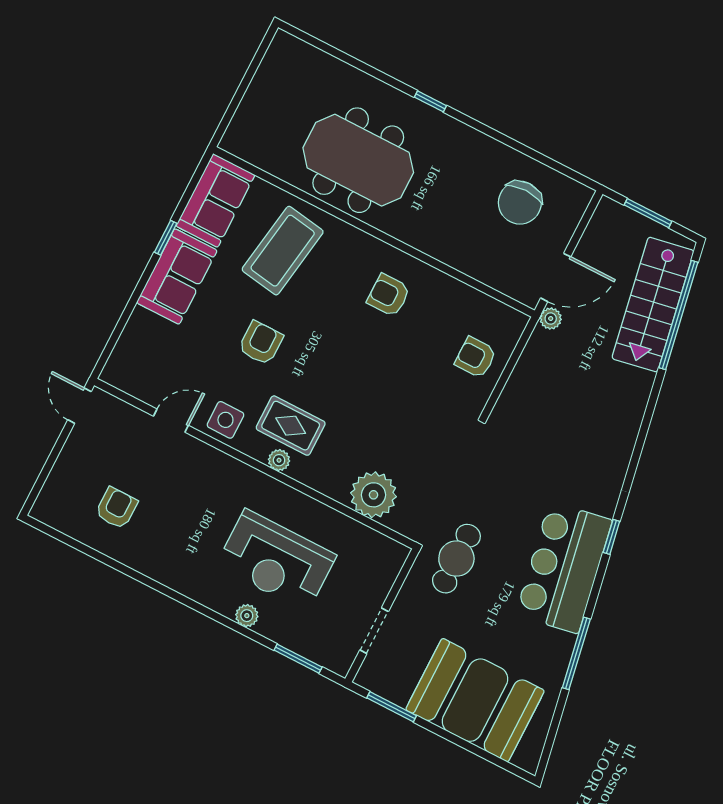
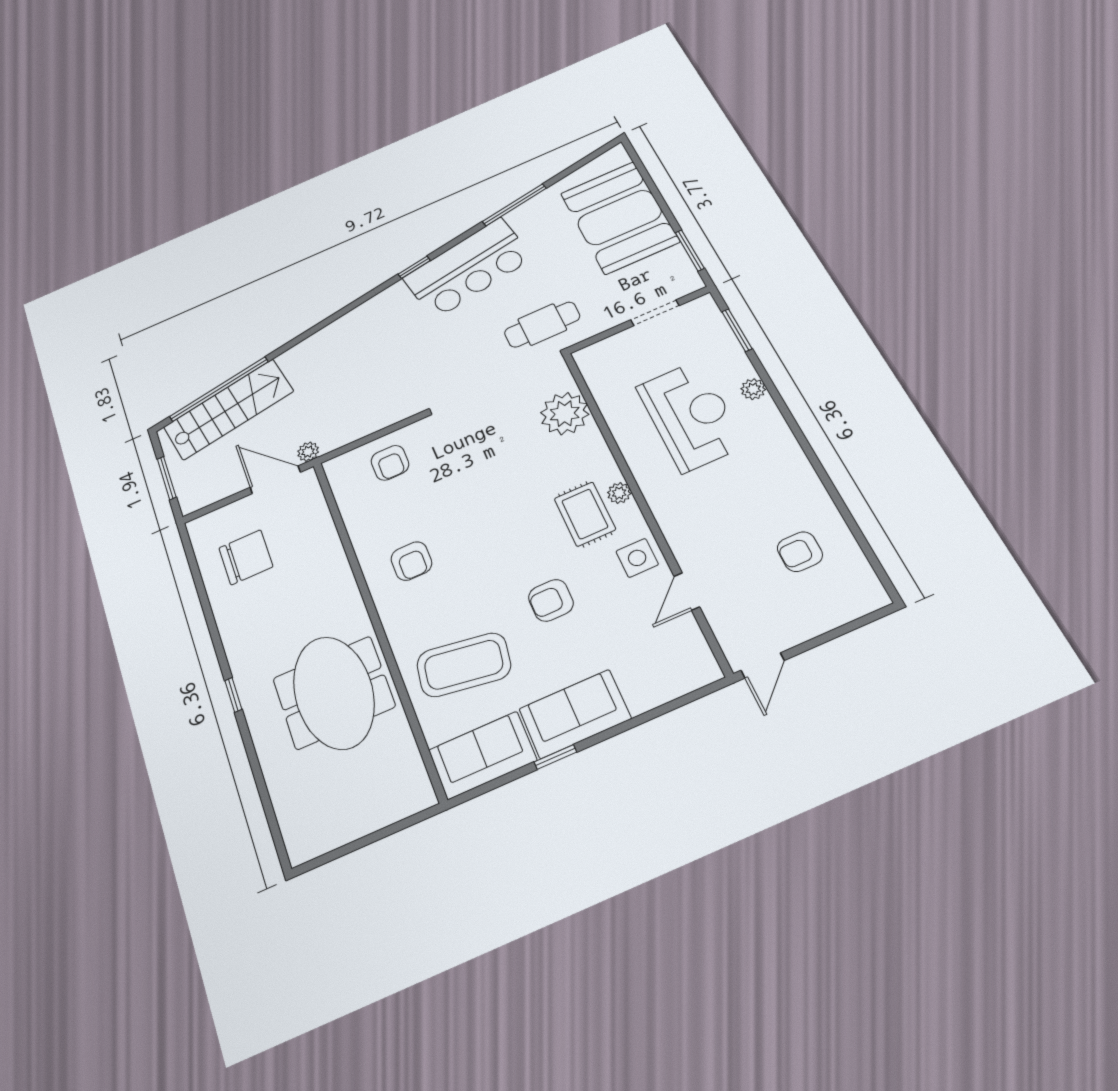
door: (171, 421) -> (687, 591), hinge flipped

